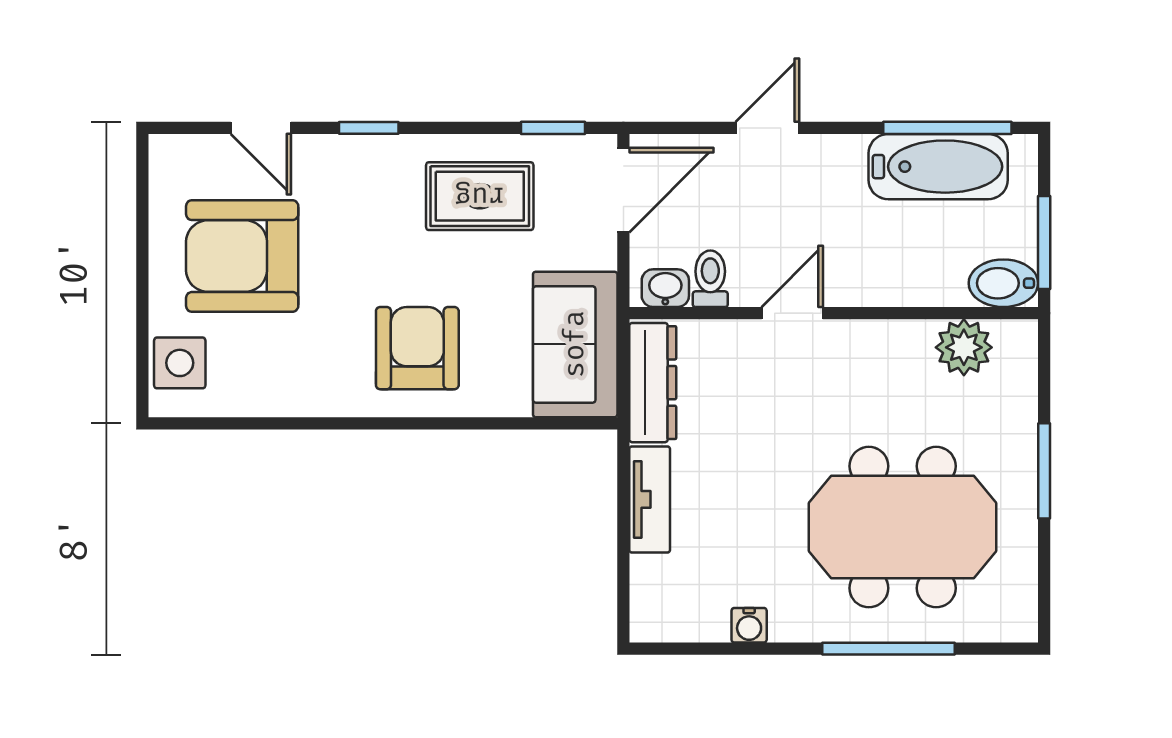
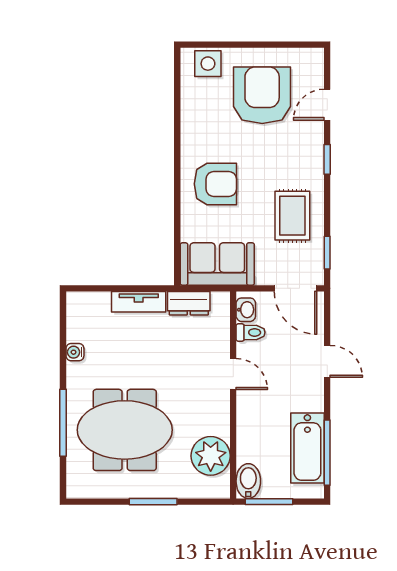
plant: (964, 347) -> (211, 456), width x1.36, depth x1.36
dresser: (653, 383) -> (189, 303), width x0.70
meeting table: (903, 527) -> (125, 430), turned 90

